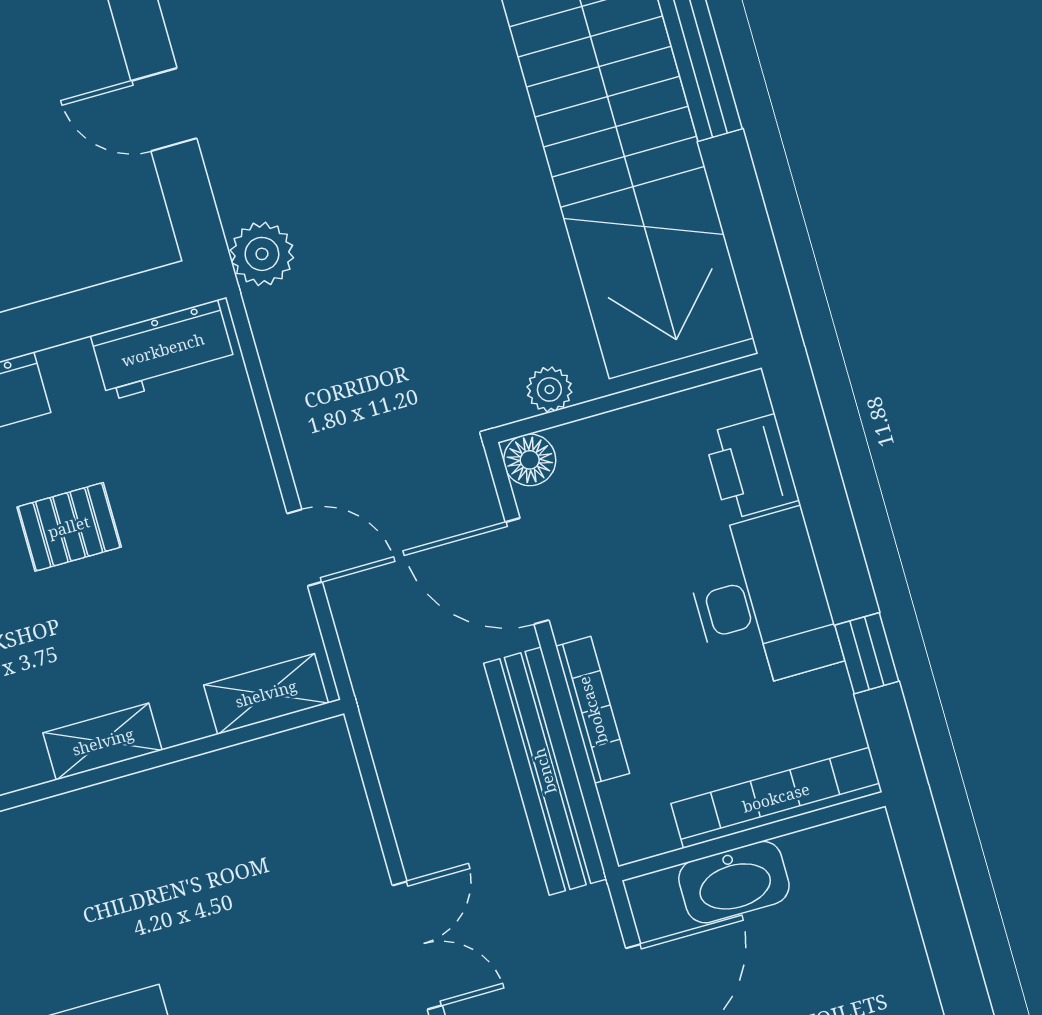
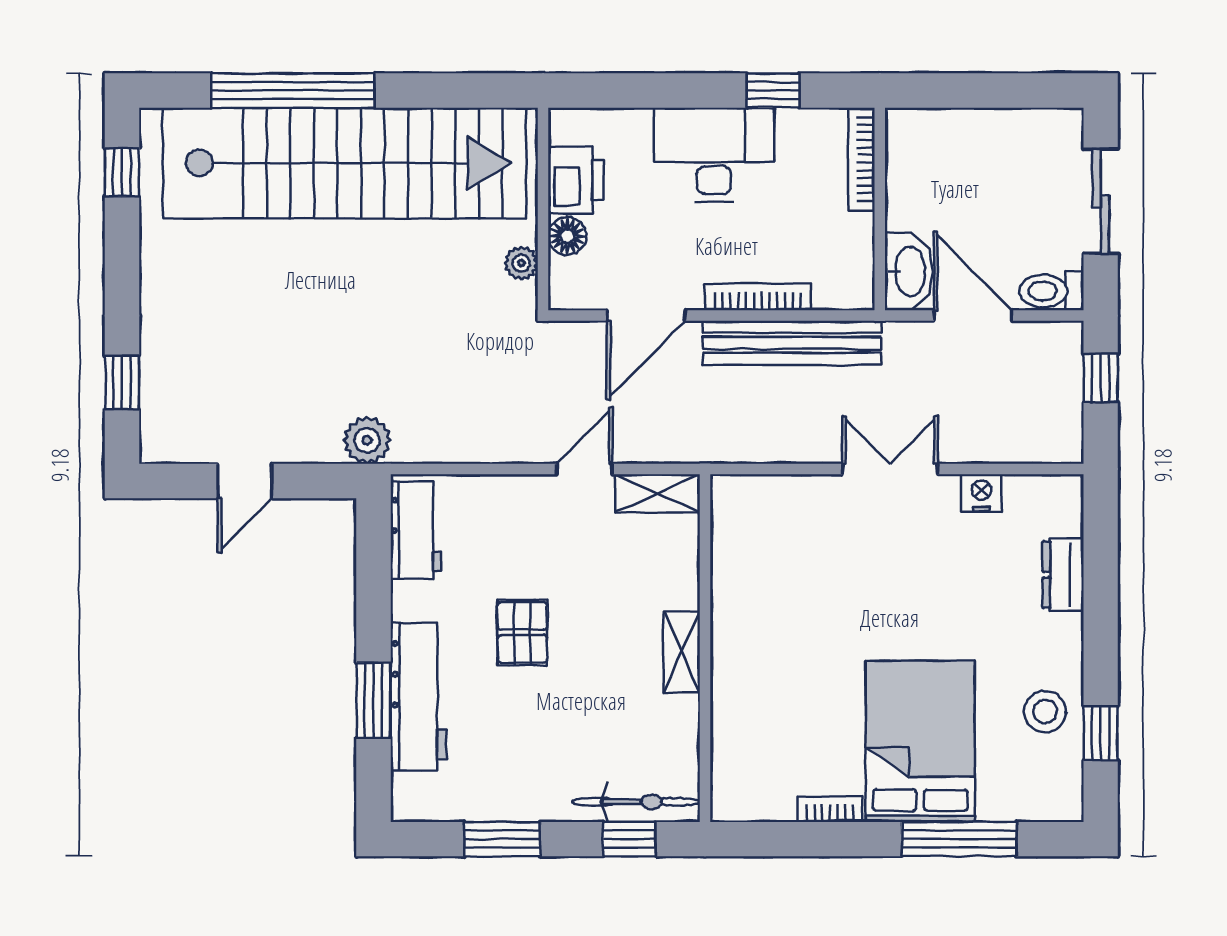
floor lamp: (530, 460) -> (567, 236), moved
printer: (751, 467) -> (576, 180), moved, turned -90
shelving: (266, 694) -> (657, 493), moved, turned 90
bookcase: (776, 798) -> (862, 159), width x0.68, depth x0.76
washbasin: (734, 882) -> (909, 272), moved

